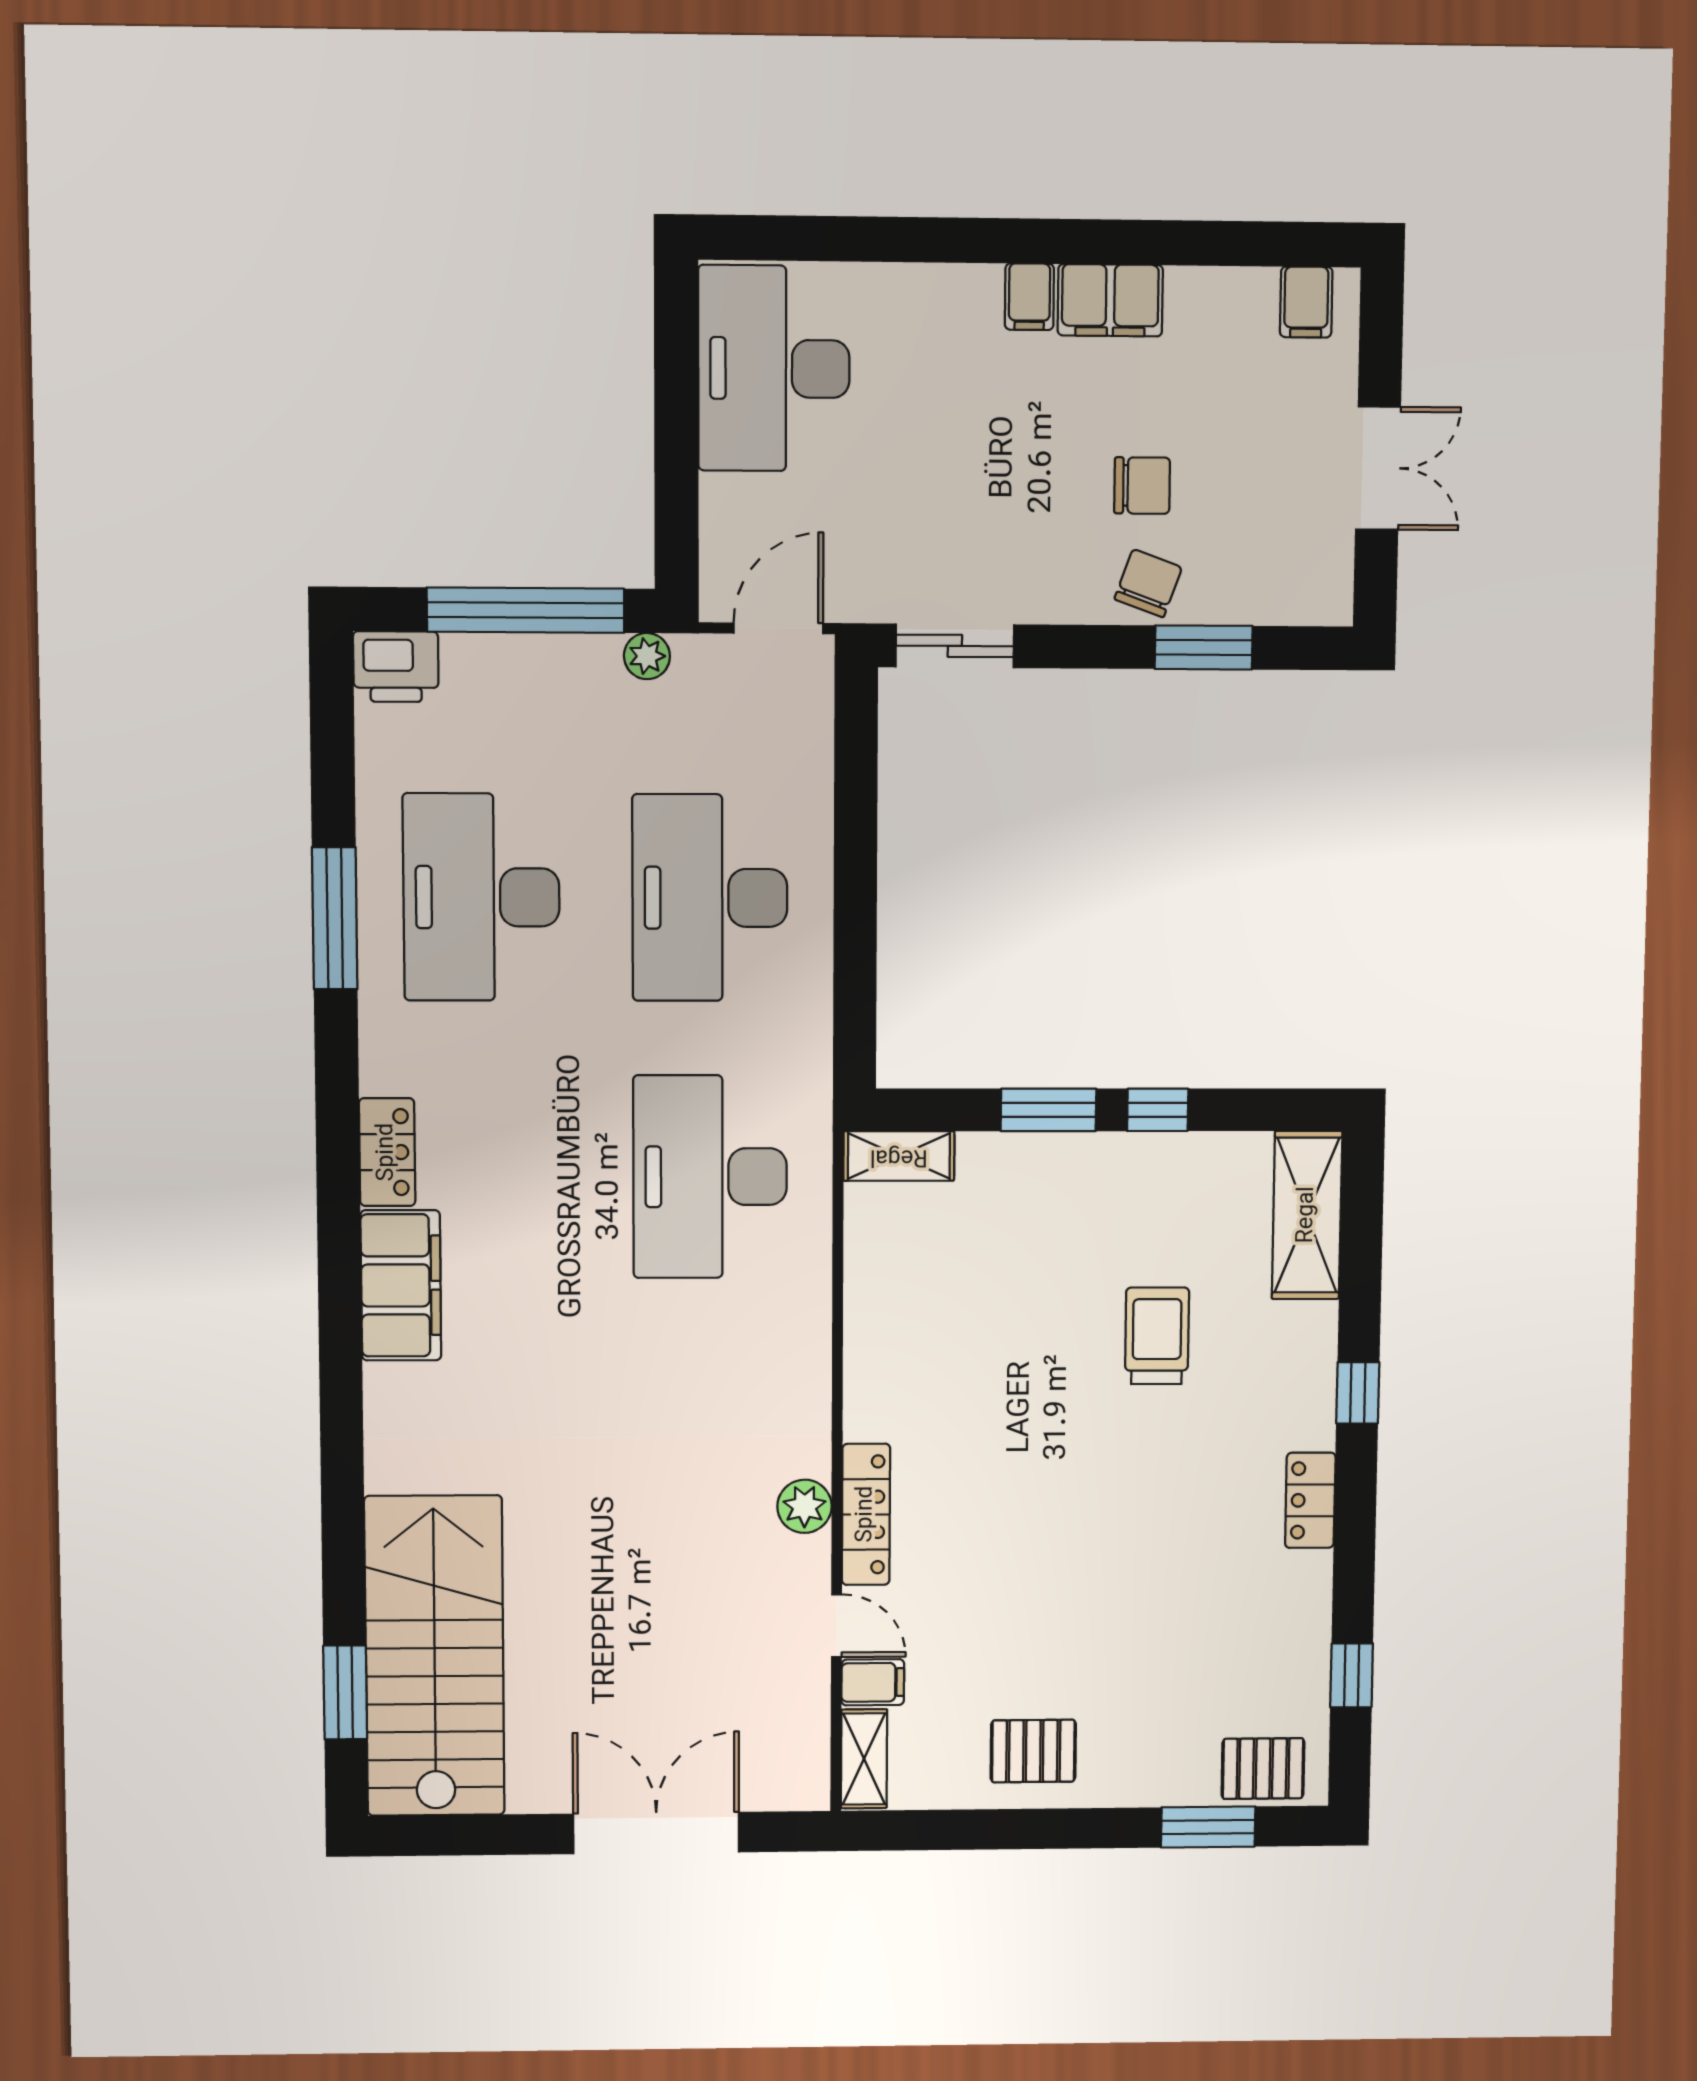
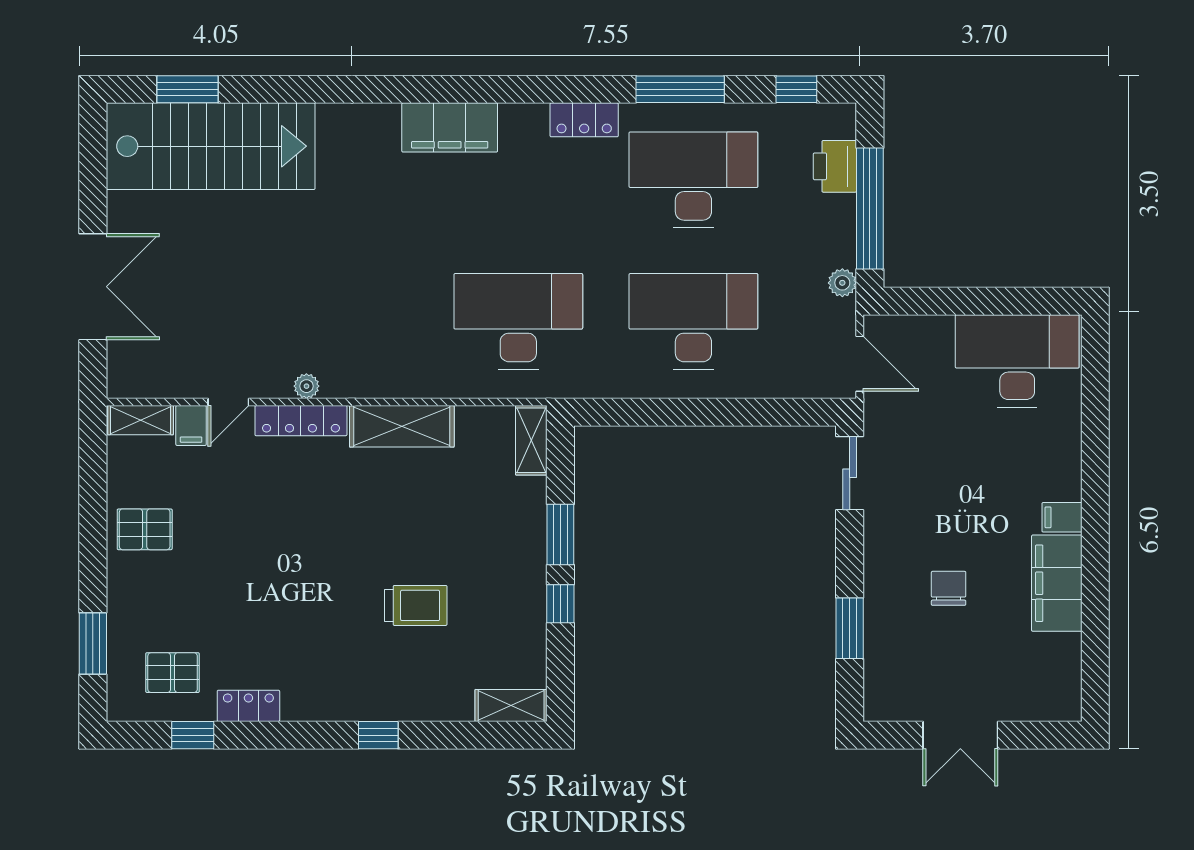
filing cabinet: (1110, 300) -> (1057, 583), width x1.50, depth x1.17
filing cabinet: (1306, 302) -> (1061, 688), removed
chair: (1142, 485) -> (949, 588), turned 180
chair: (1148, 583) -> (889, 593), removed
printer: (396, 667) -> (835, 166), moved
window: (332, 729) -> (796, 89), added
locker: (387, 1152) -> (584, 120), moved
shelving: (1307, 1215) -> (511, 705), width x0.67, depth x0.75
shelving: (876, 1359) -> (402, 426), added
locker: (1310, 1500) -> (248, 706), moved
plant: (804, 1506) -> (306, 386), width x0.73, depth x0.73
pallet: (1033, 1751) -> (145, 529), turned 90
pallet: (1263, 1769) -> (173, 673), moved, turned 90

